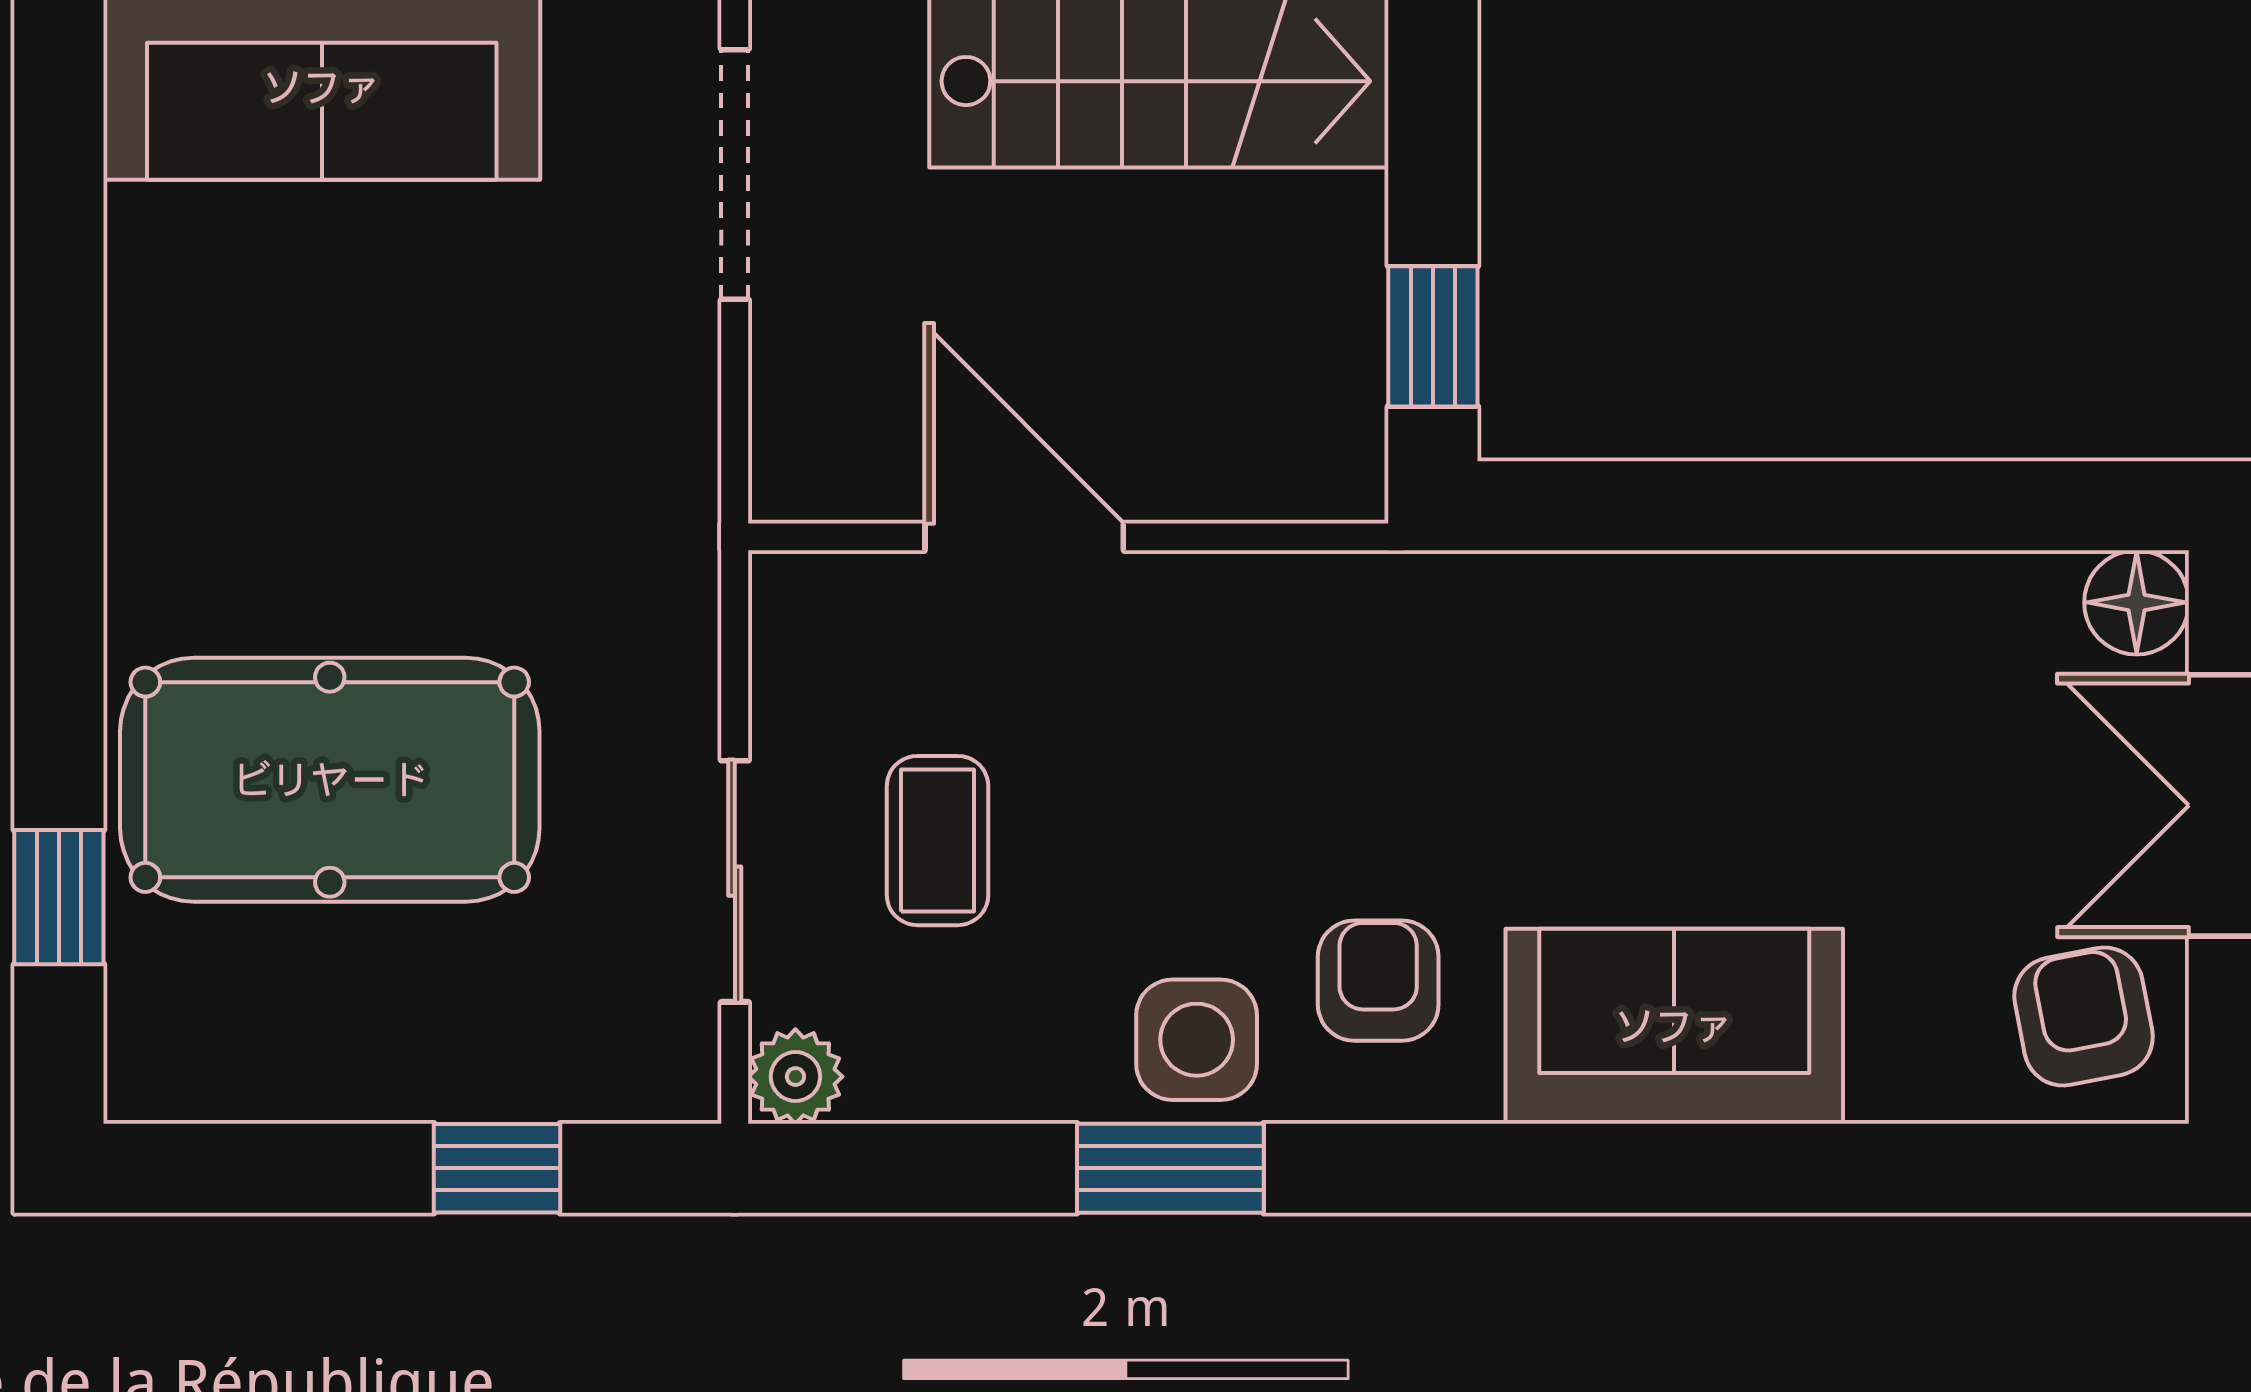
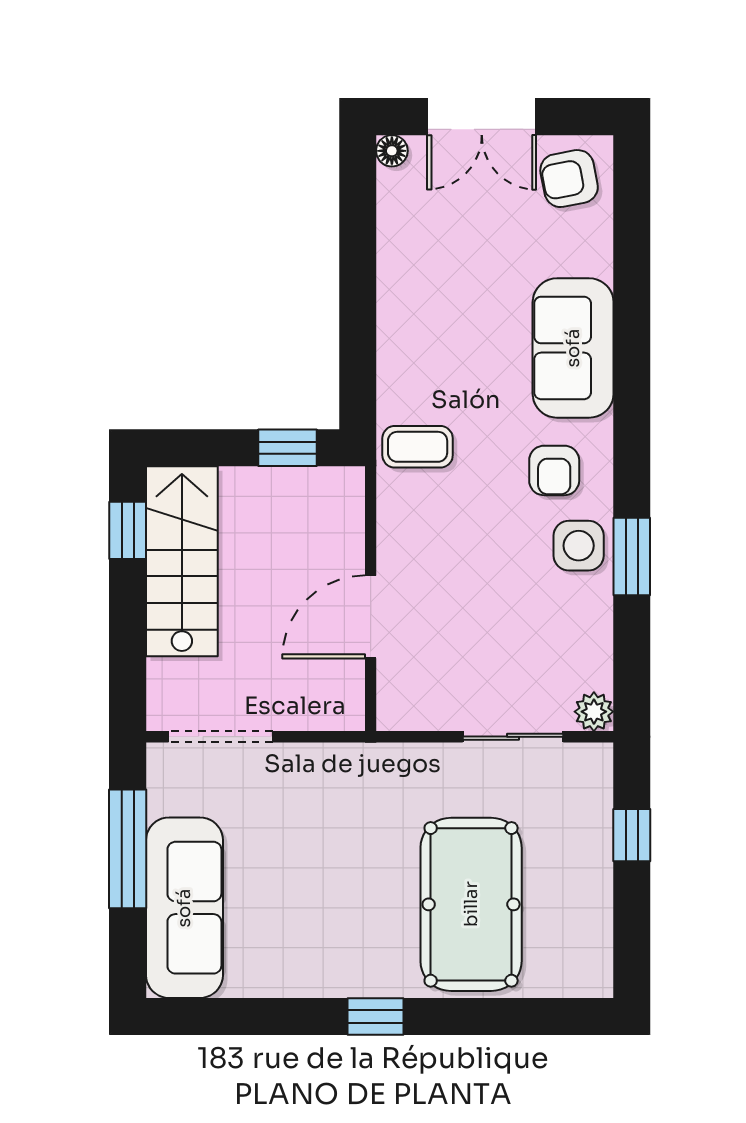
floor lamp: (2137, 602) -> (392, 151), width x0.73, depth x0.73
coffee table: (938, 841) -> (418, 447), moved
window: (59, 897) -> (376, 1016), moved
armchair: (1378, 981) -> (554, 470), turned -90

